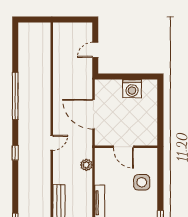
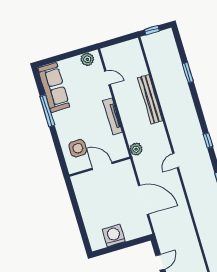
door: (123, 147) -> (102, 166), moved
wall: (126, 147) -> (100, 167), moved

